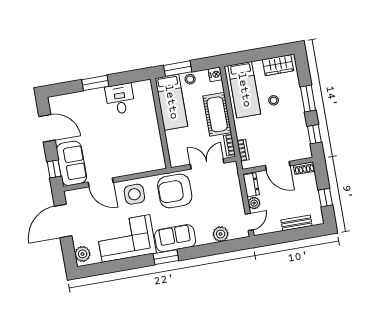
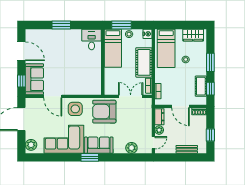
desk: (120, 99) -> (92, 39), moved
cot: (301, 133) -> (201, 86), added

